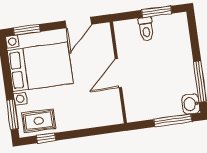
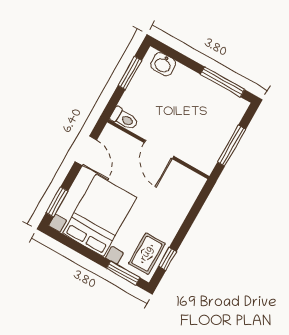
toilet: (146, 29) -> (124, 119), moved
washbasin: (191, 104) -> (163, 64), moved
window: (173, 120) -> (232, 146), moved

